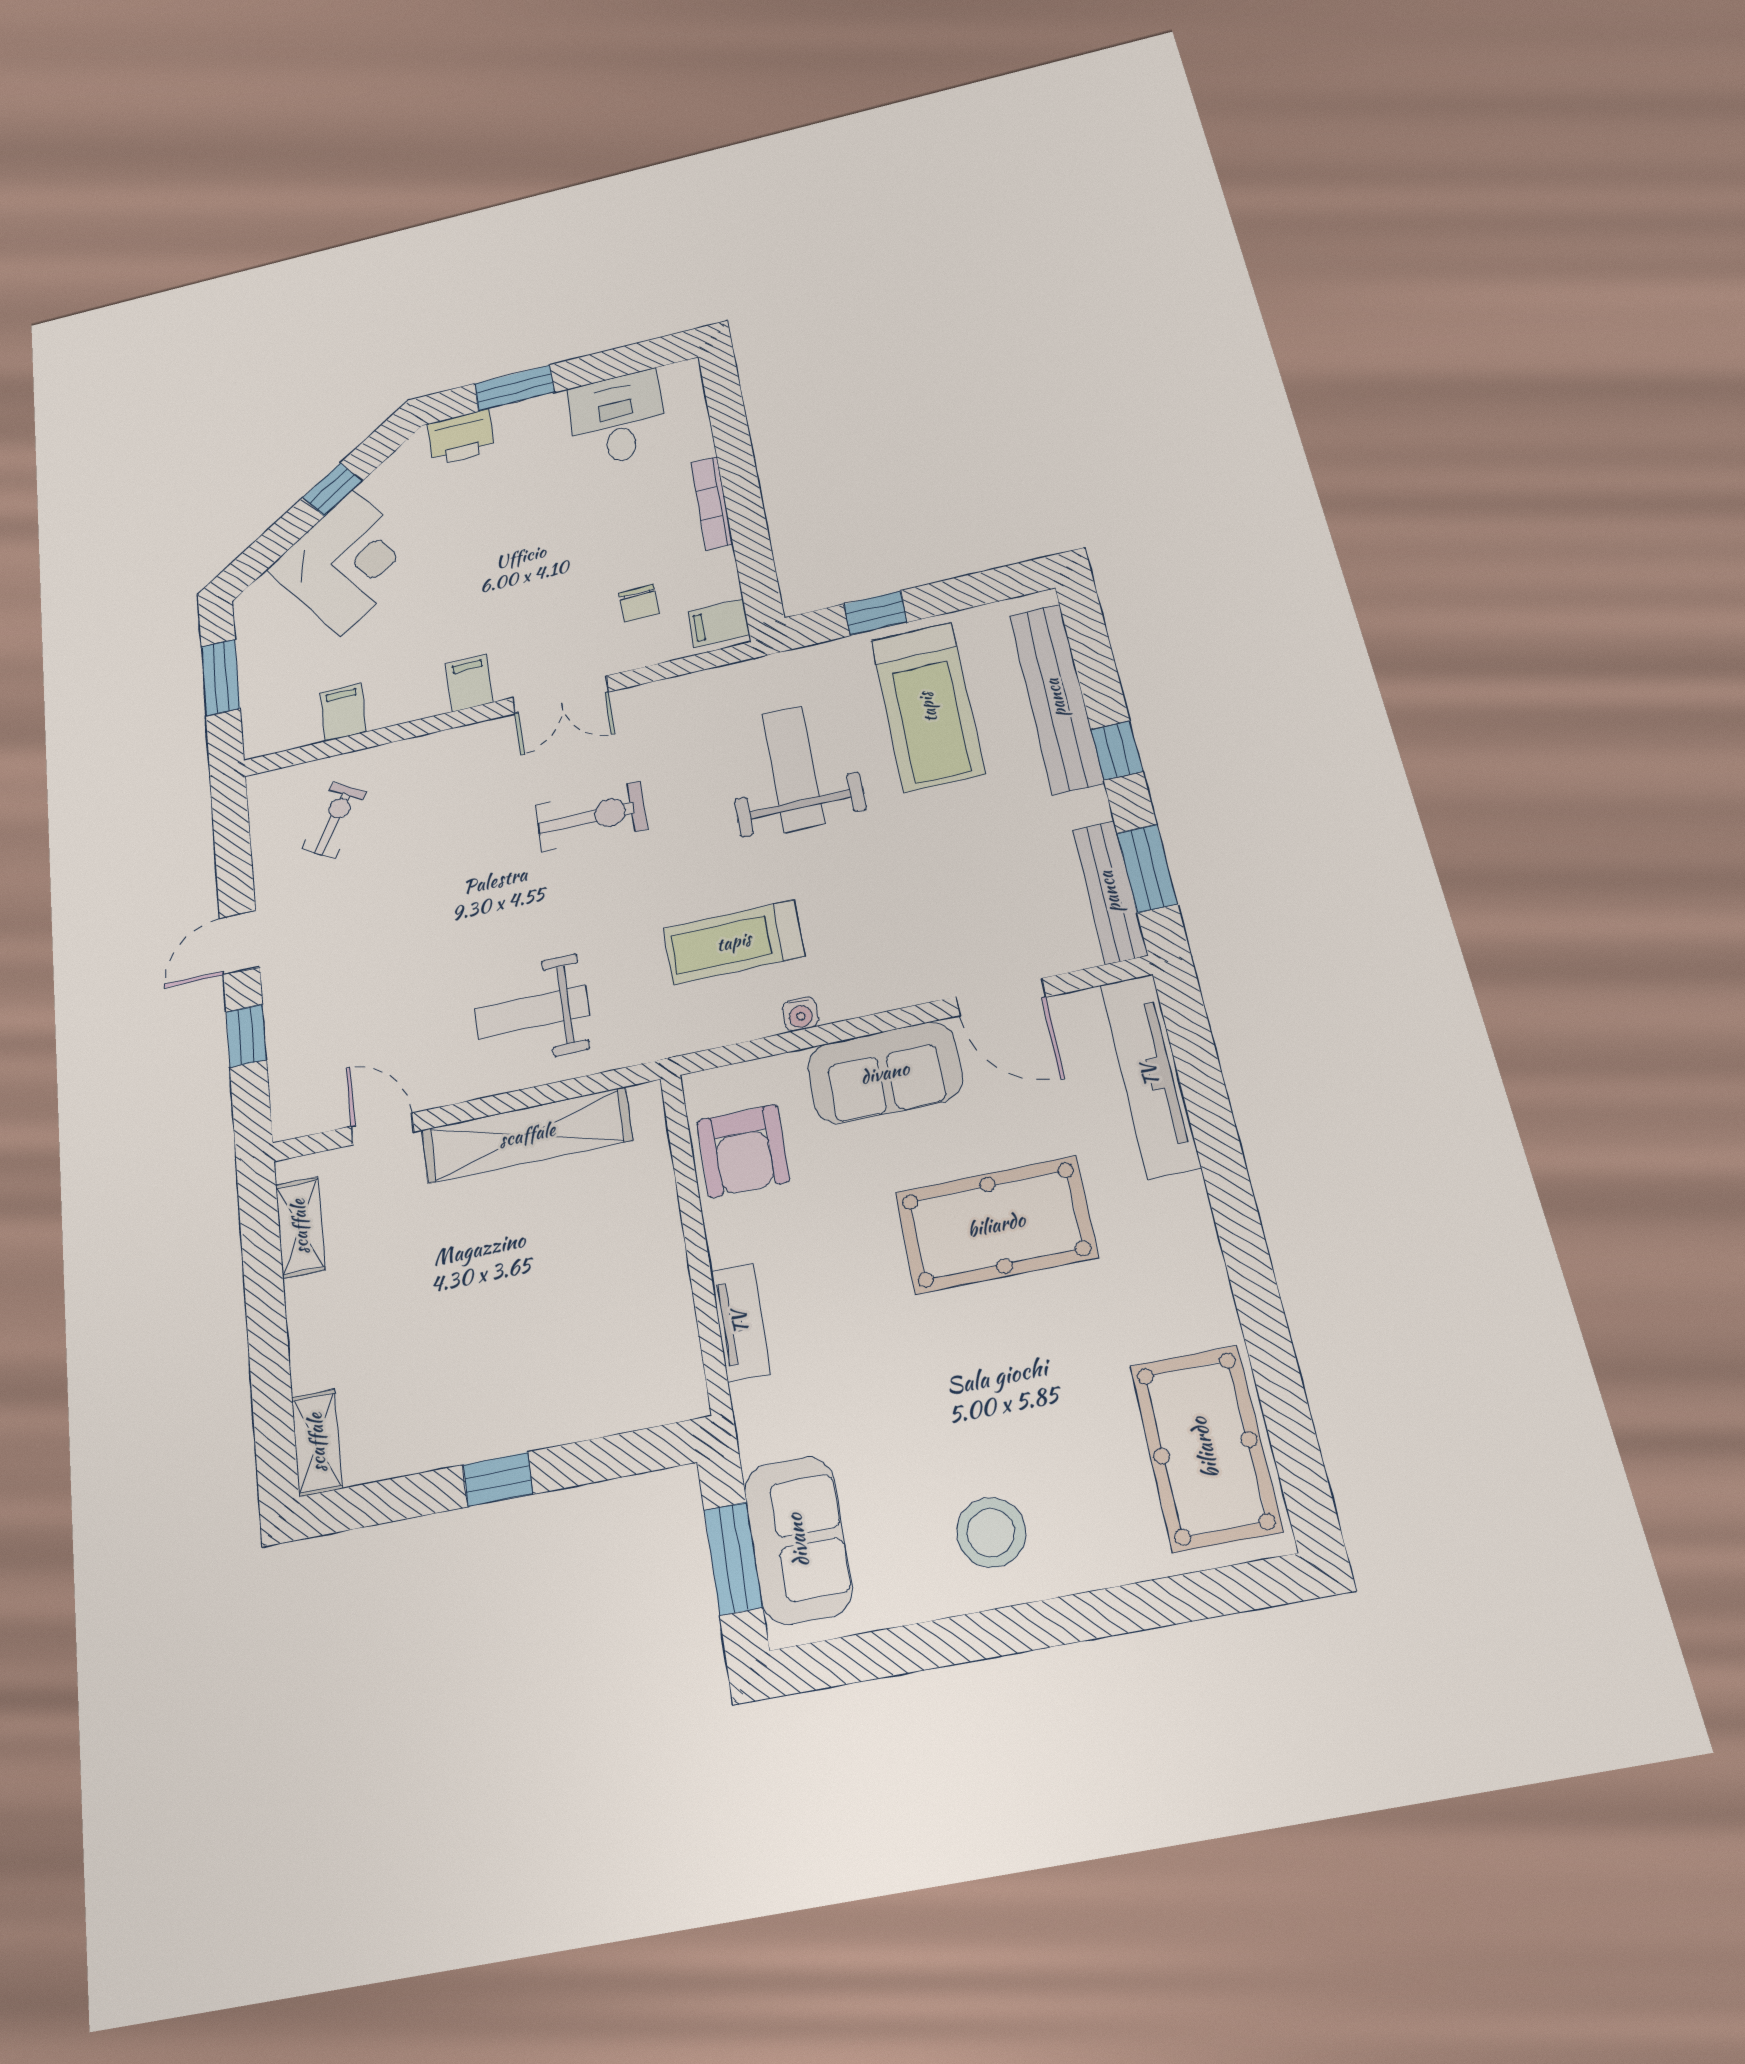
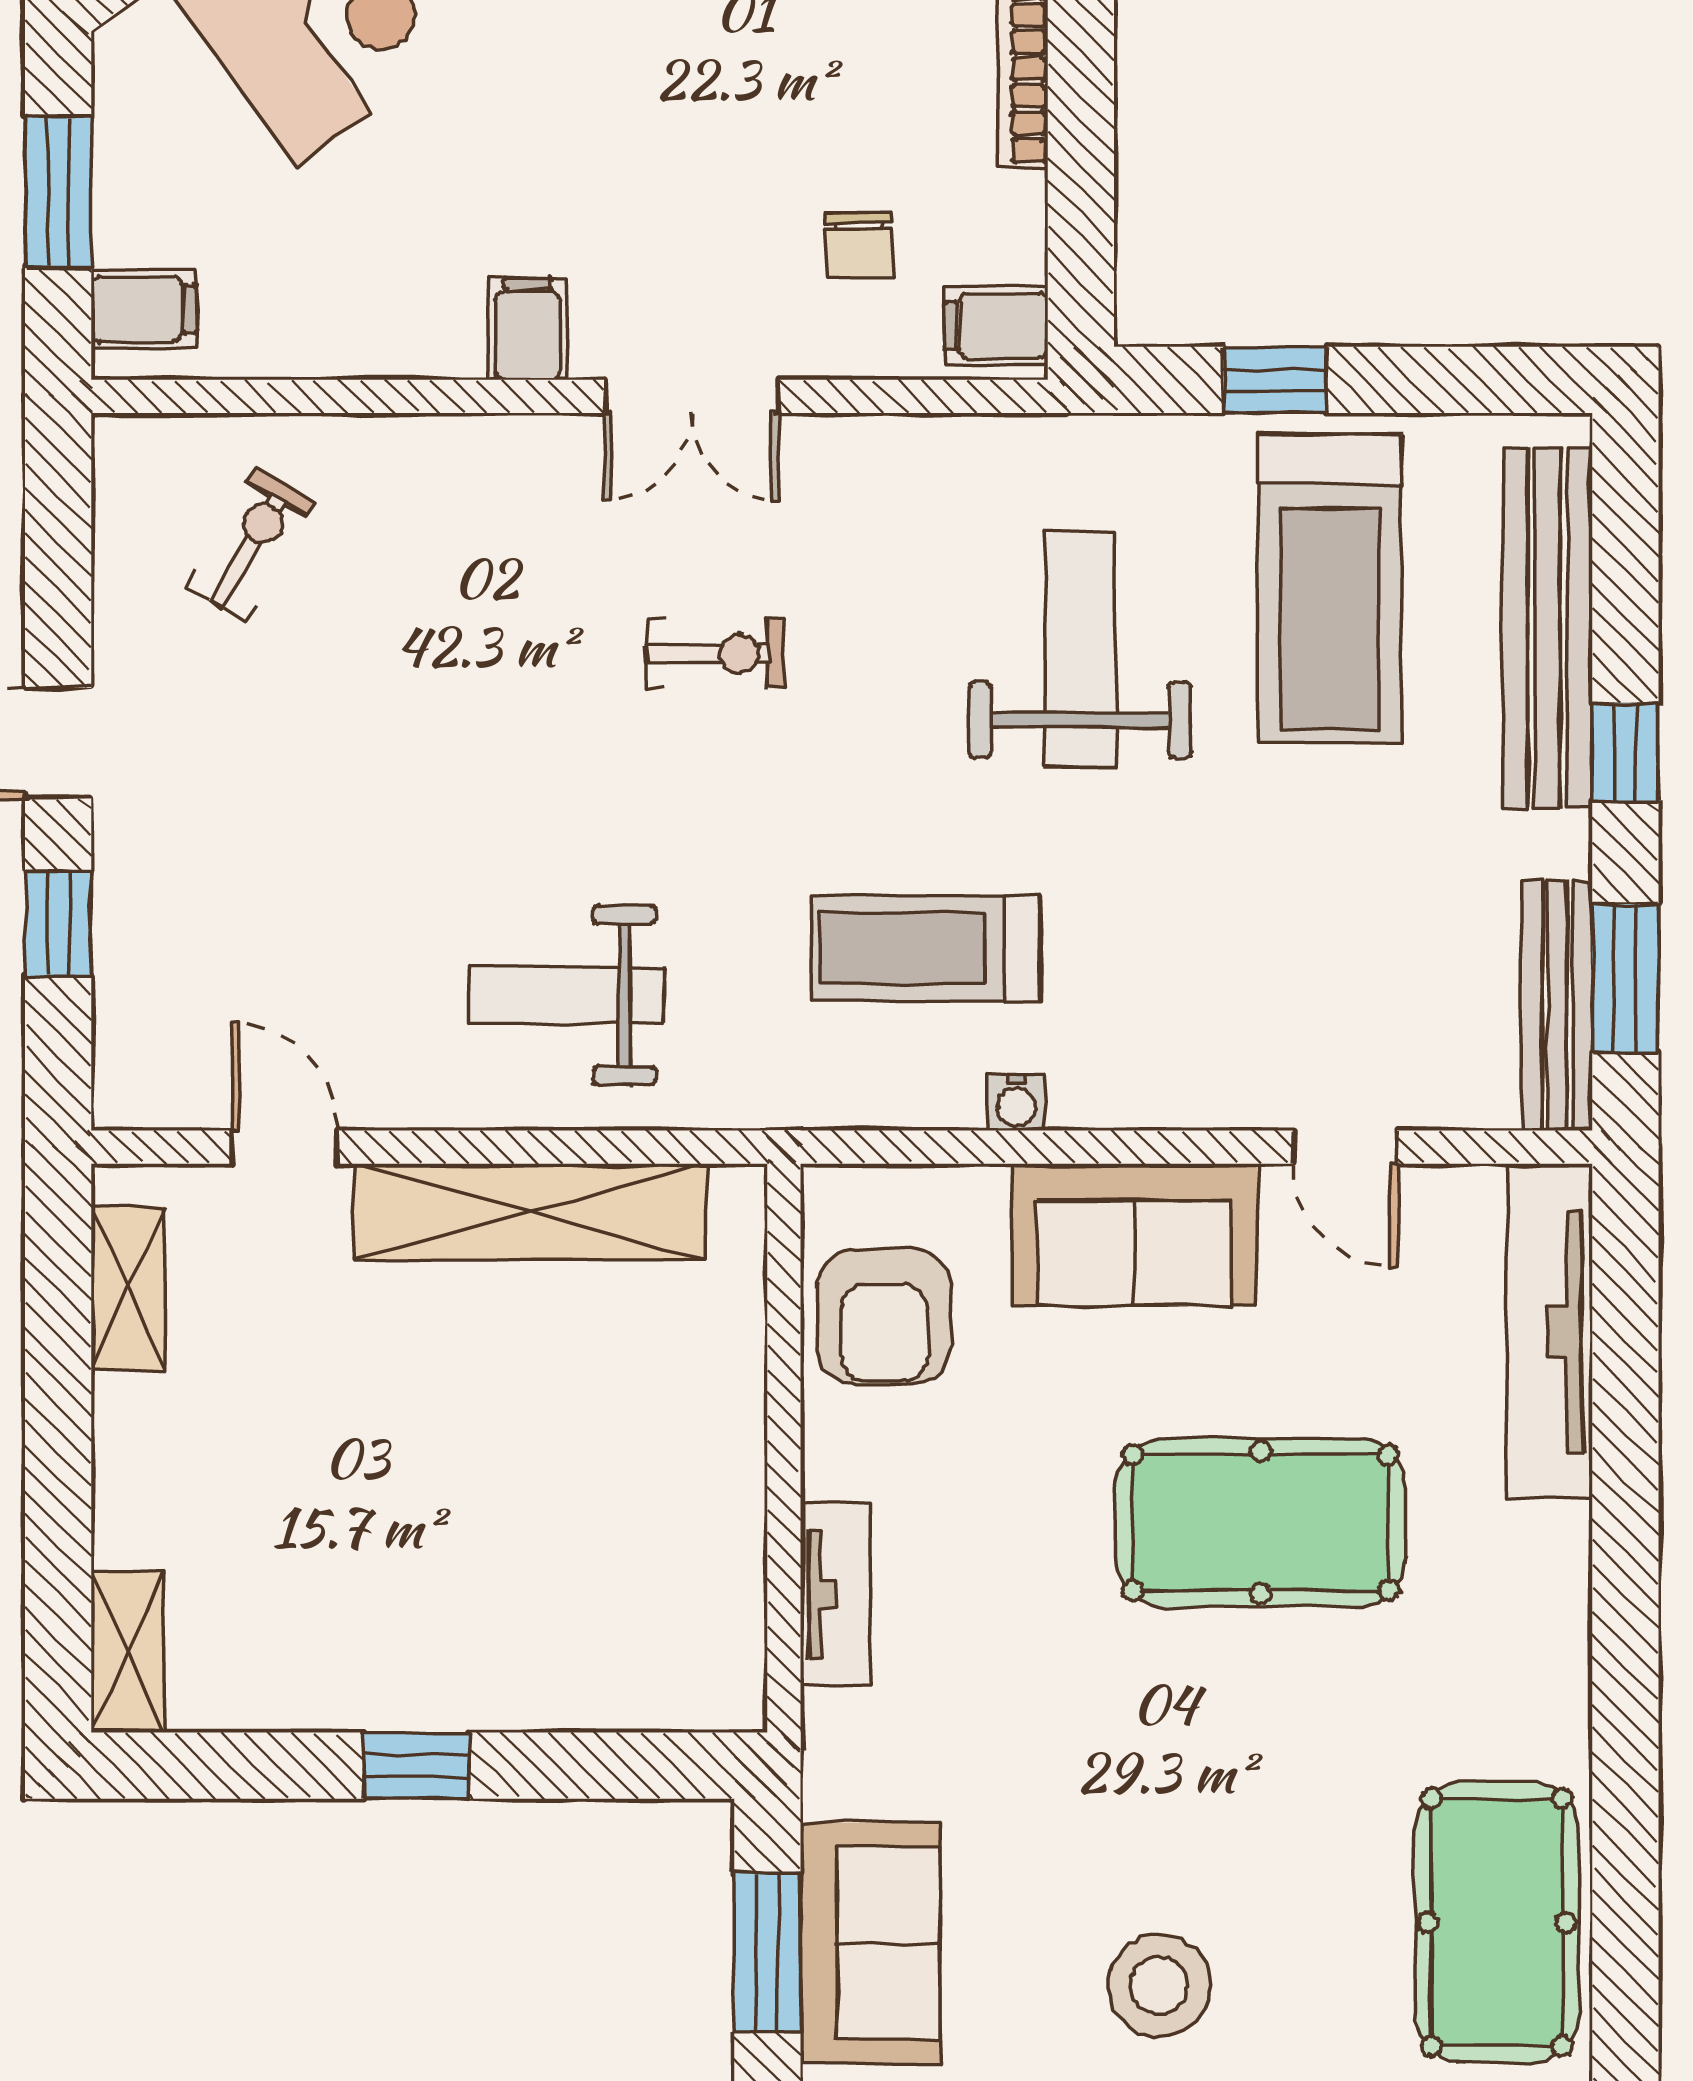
filing cabinet: (343, 712) -> (144, 309), moved, turned 90
exercise bike: (591, 817) -> (715, 654), width x0.73, depth x0.72
door: (1001, 997) -> (1345, 1147), width x0.73

